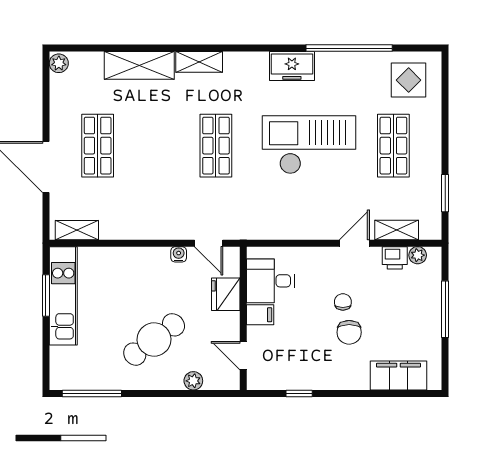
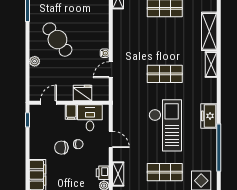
door: (354, 243) -> (111, 139), moved
desk: (270, 281) -> (90, 118), moved
fridge: (226, 294) -> (82, 93), moved
filing cabinet: (260, 315) -> (71, 112), moved
wall: (243, 318) -> (69, 103), moved
door: (243, 356) -> (48, 103), moved

